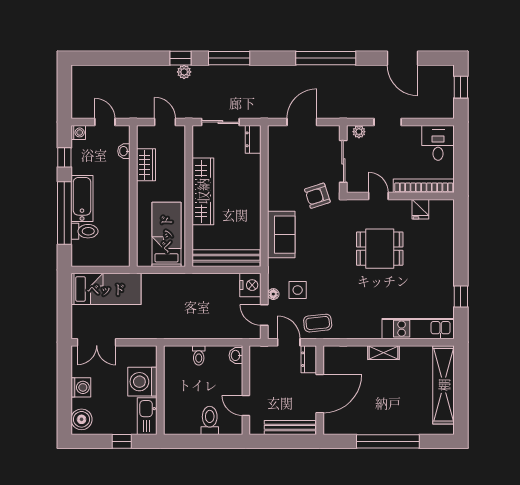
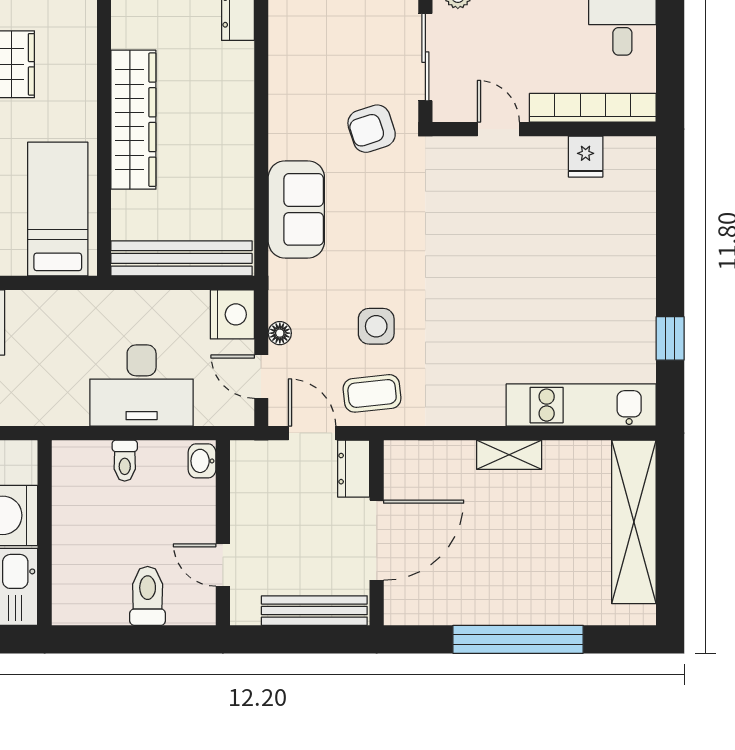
dining table: (380, 249) -> (501, 239), removed
side table: (298, 290) -> (376, 326), moved
desk: (207, 319) -> (142, 386), added

